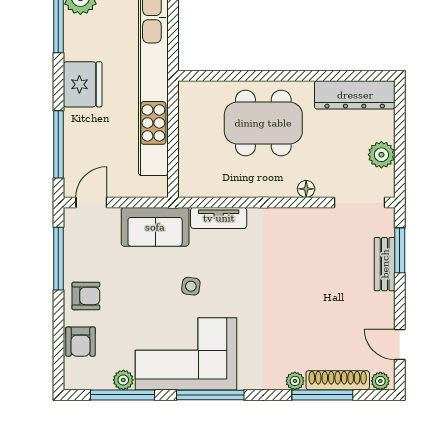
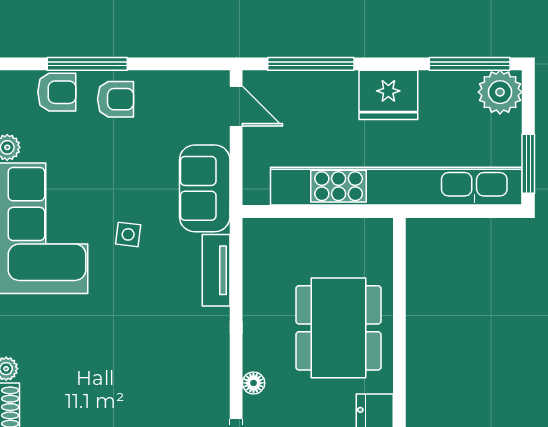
window: (58, 259) -> (87, 64), moved
armchair: (86, 296) -> (116, 99), turned -90
armchair: (80, 342) -> (57, 92), turned 180

